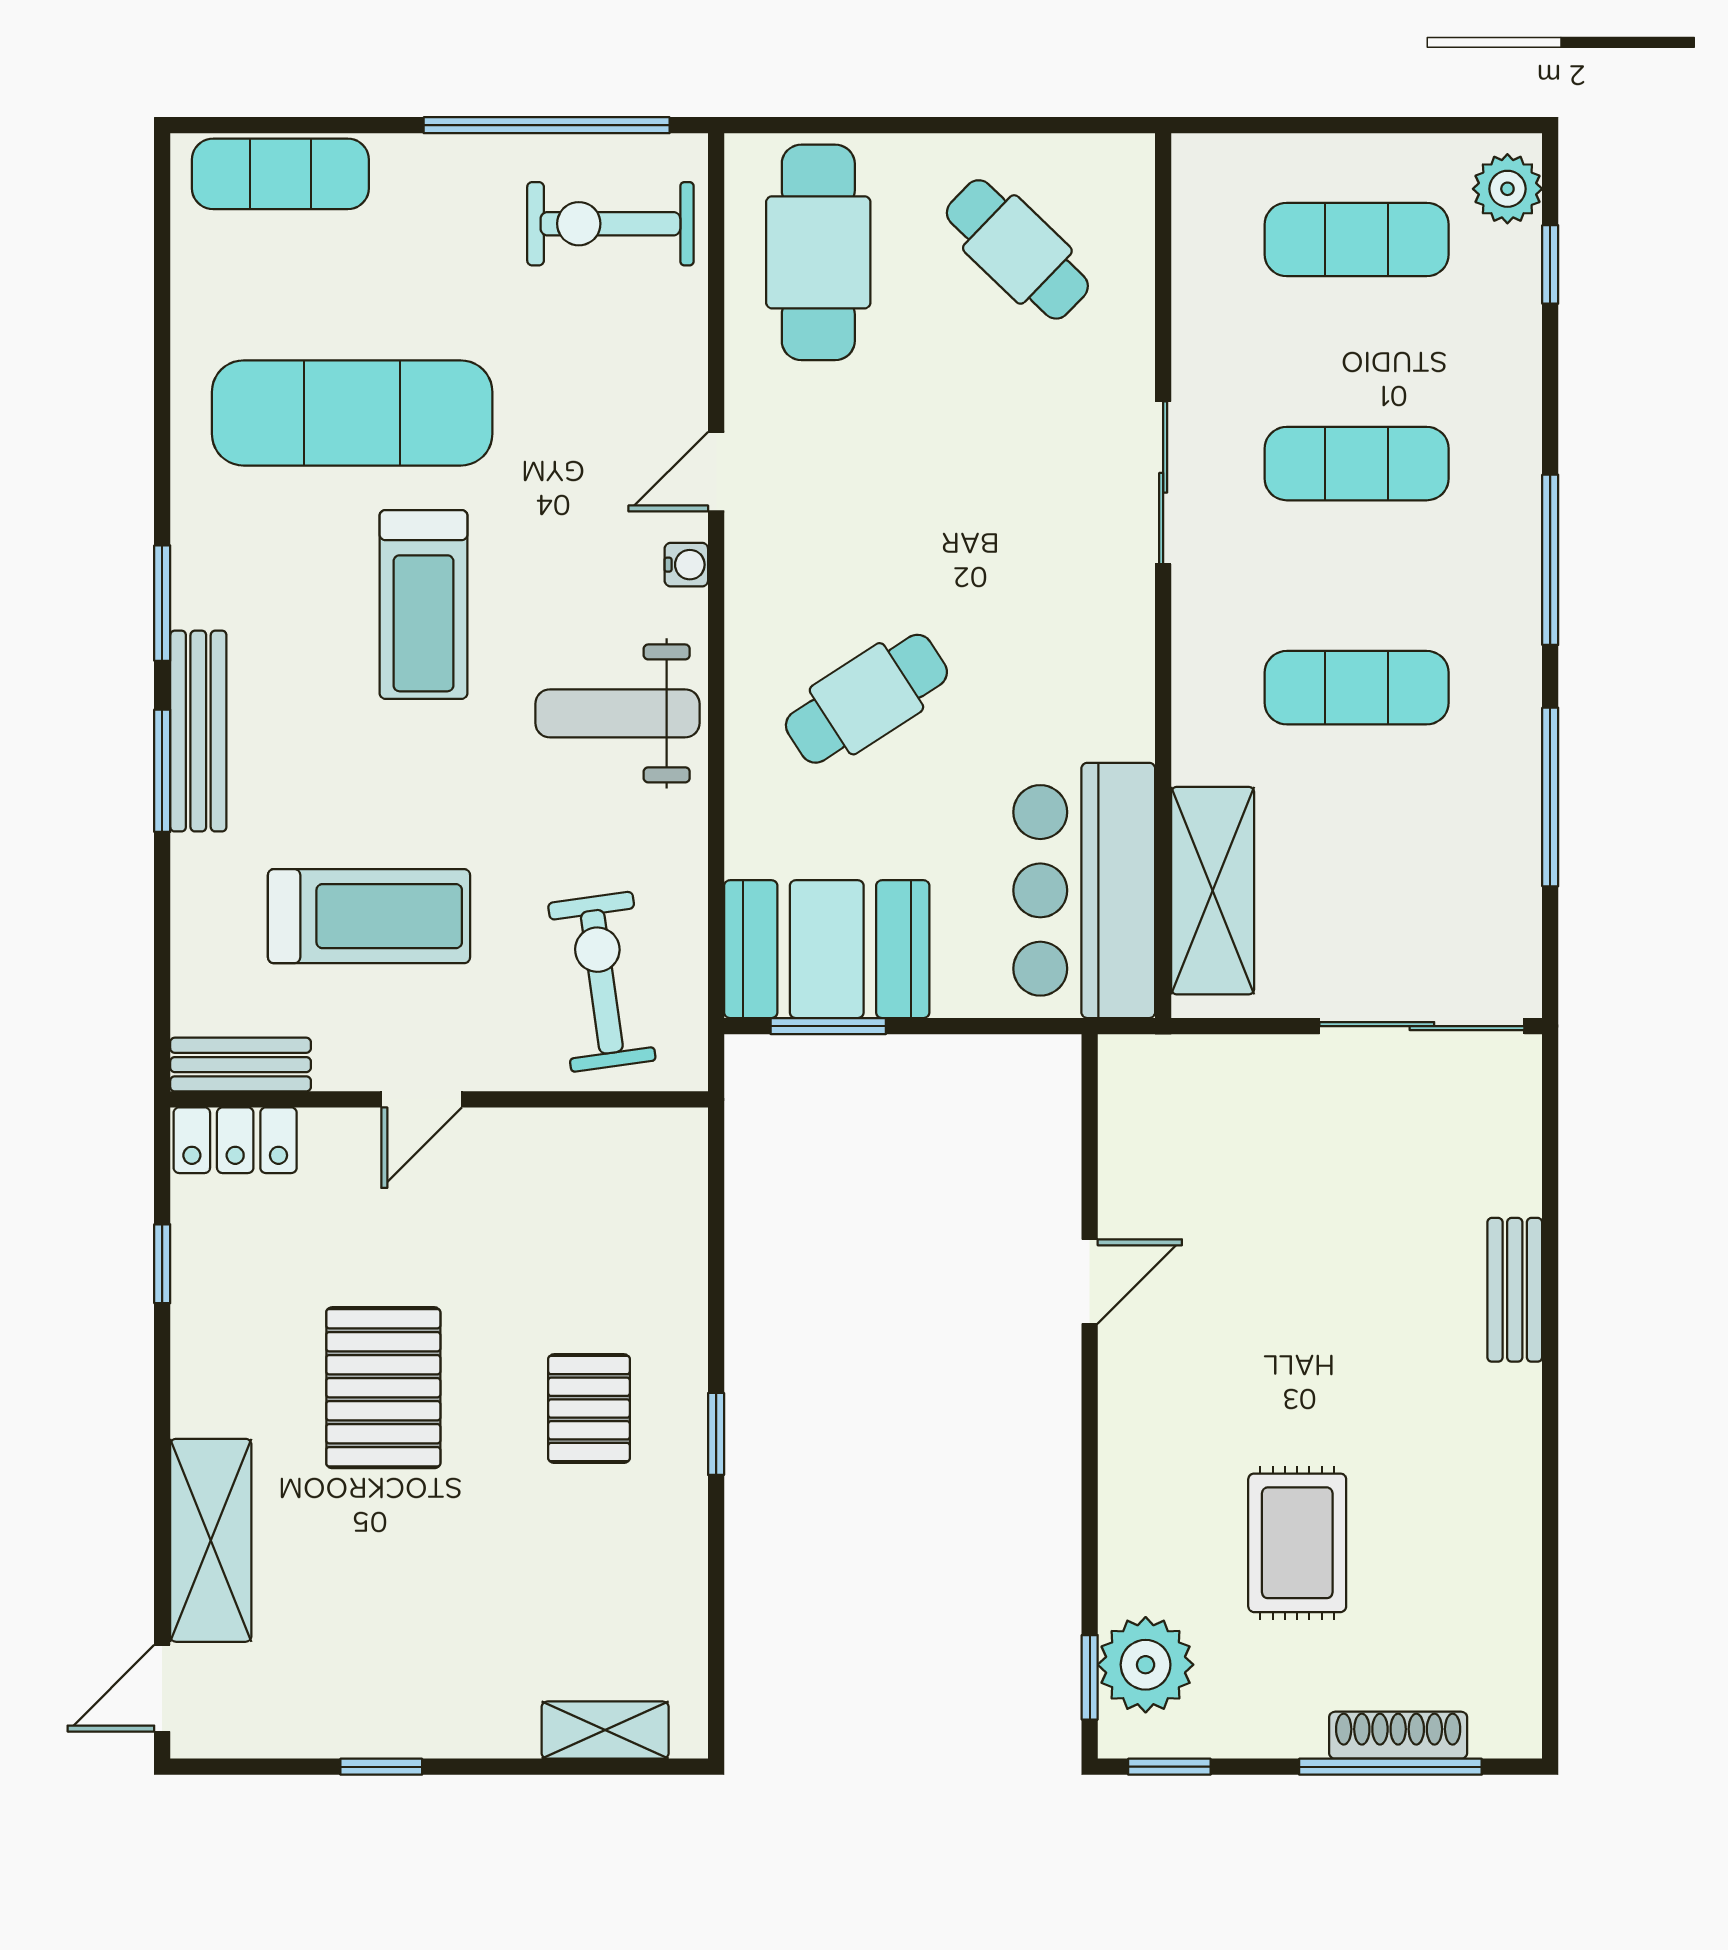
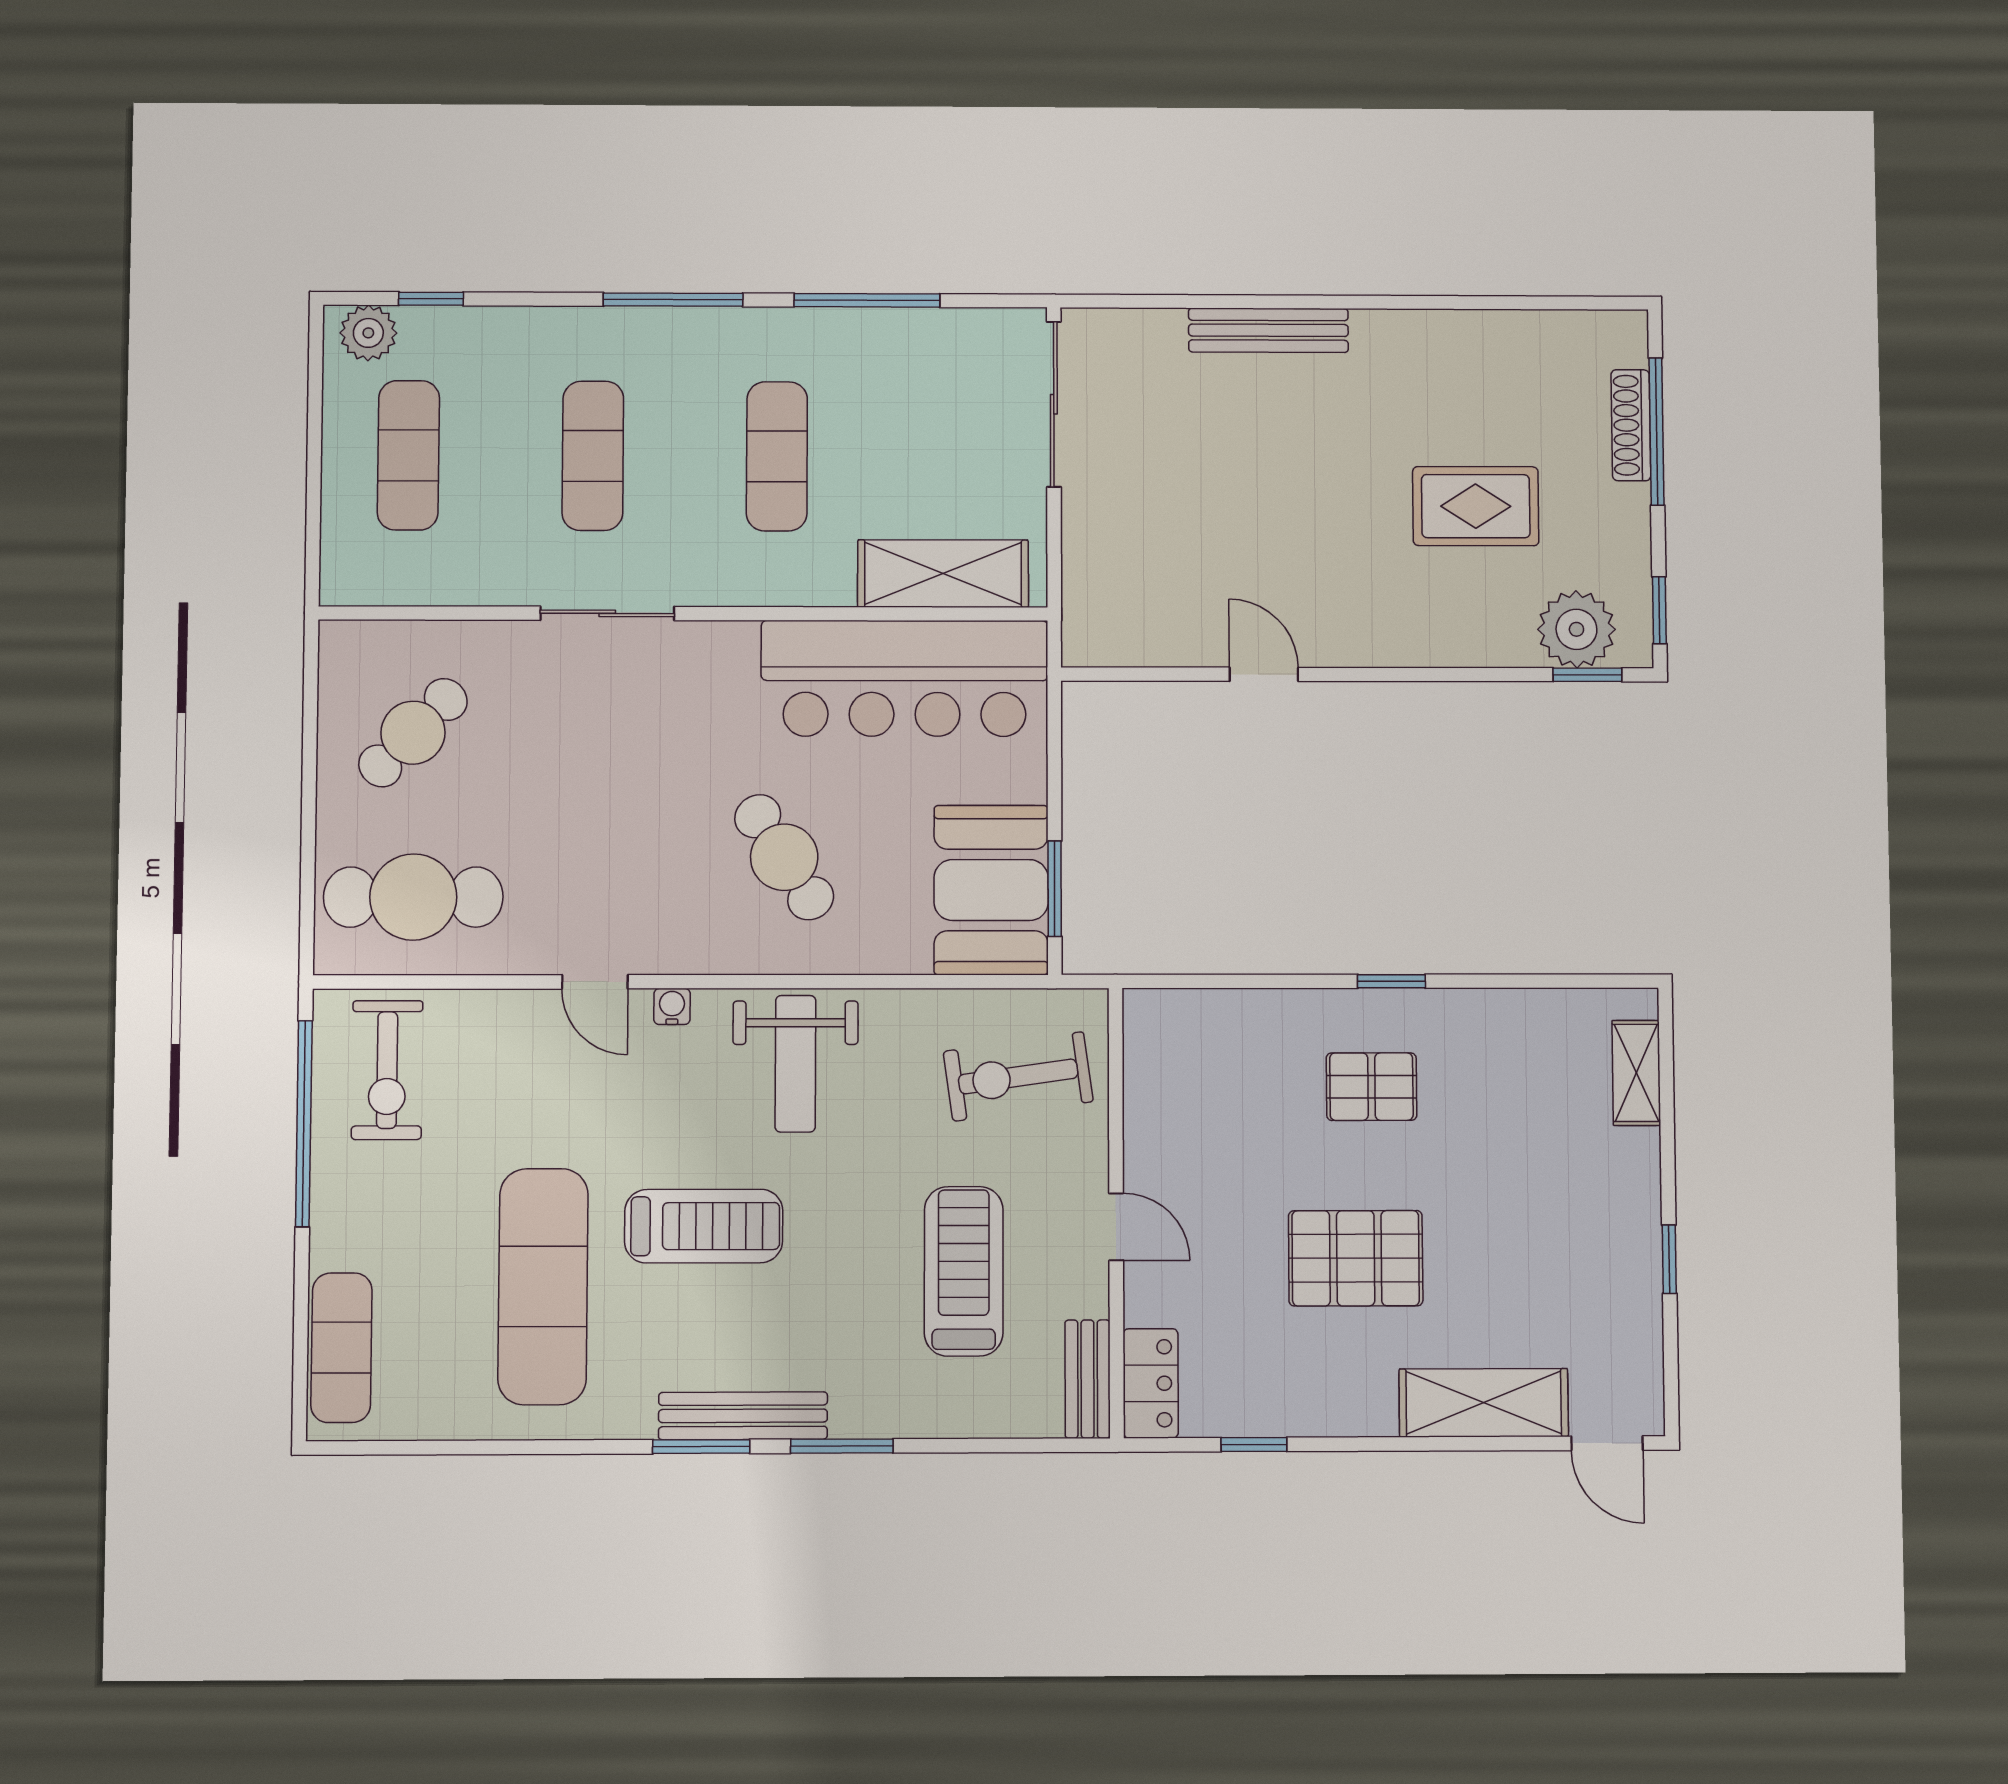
bench: (198, 731) -> (743, 1416), moved
bar counter: (1084, 890) -> (905, 678), width x1.36
bench: (1515, 1290) -> (1268, 330), width x1.36

